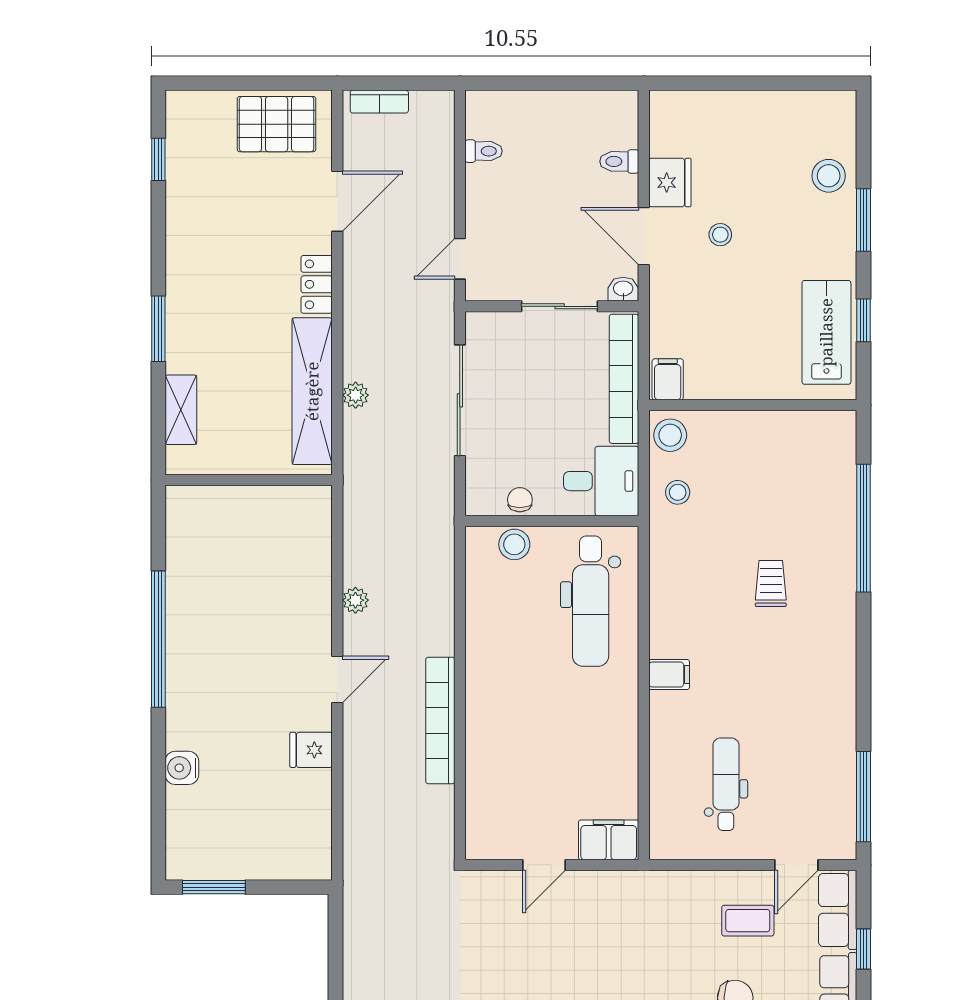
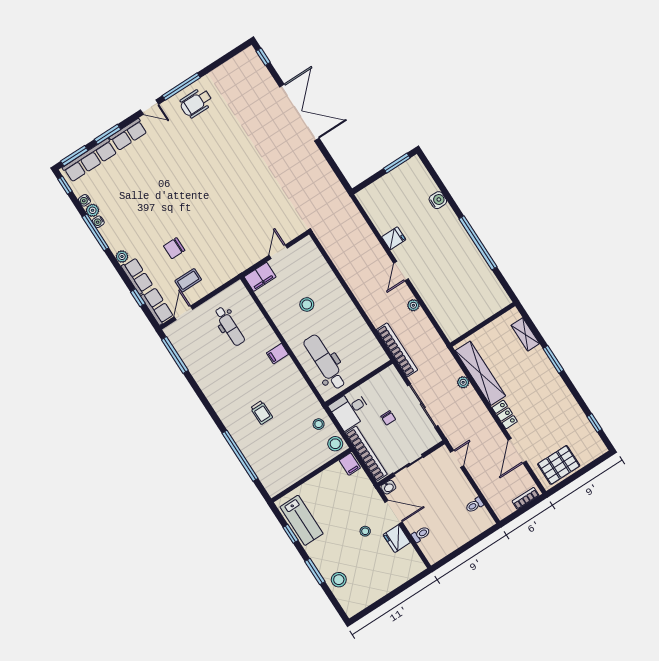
chair: (520, 500) -> (388, 418), moved
stool: (514, 544) -> (307, 304), moved
bookcase: (440, 720) -> (397, 350), moved

